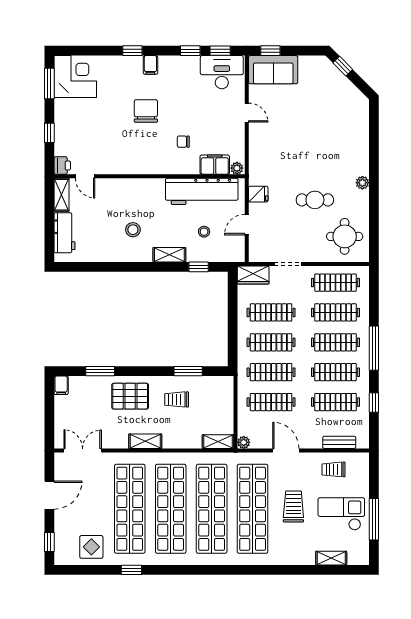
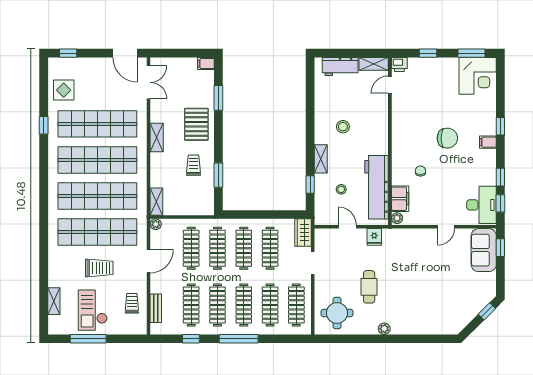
door: (49, 495) -> (125, 53), moved
checkout: (341, 514) -> (93, 310), turned 180

